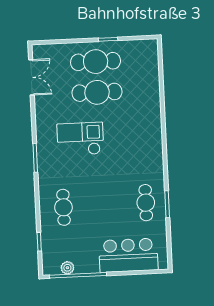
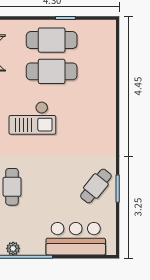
checkout: (80, 139) -> (32, 118), turned 180
cafe table: (146, 203) -> (96, 186), turned 39

